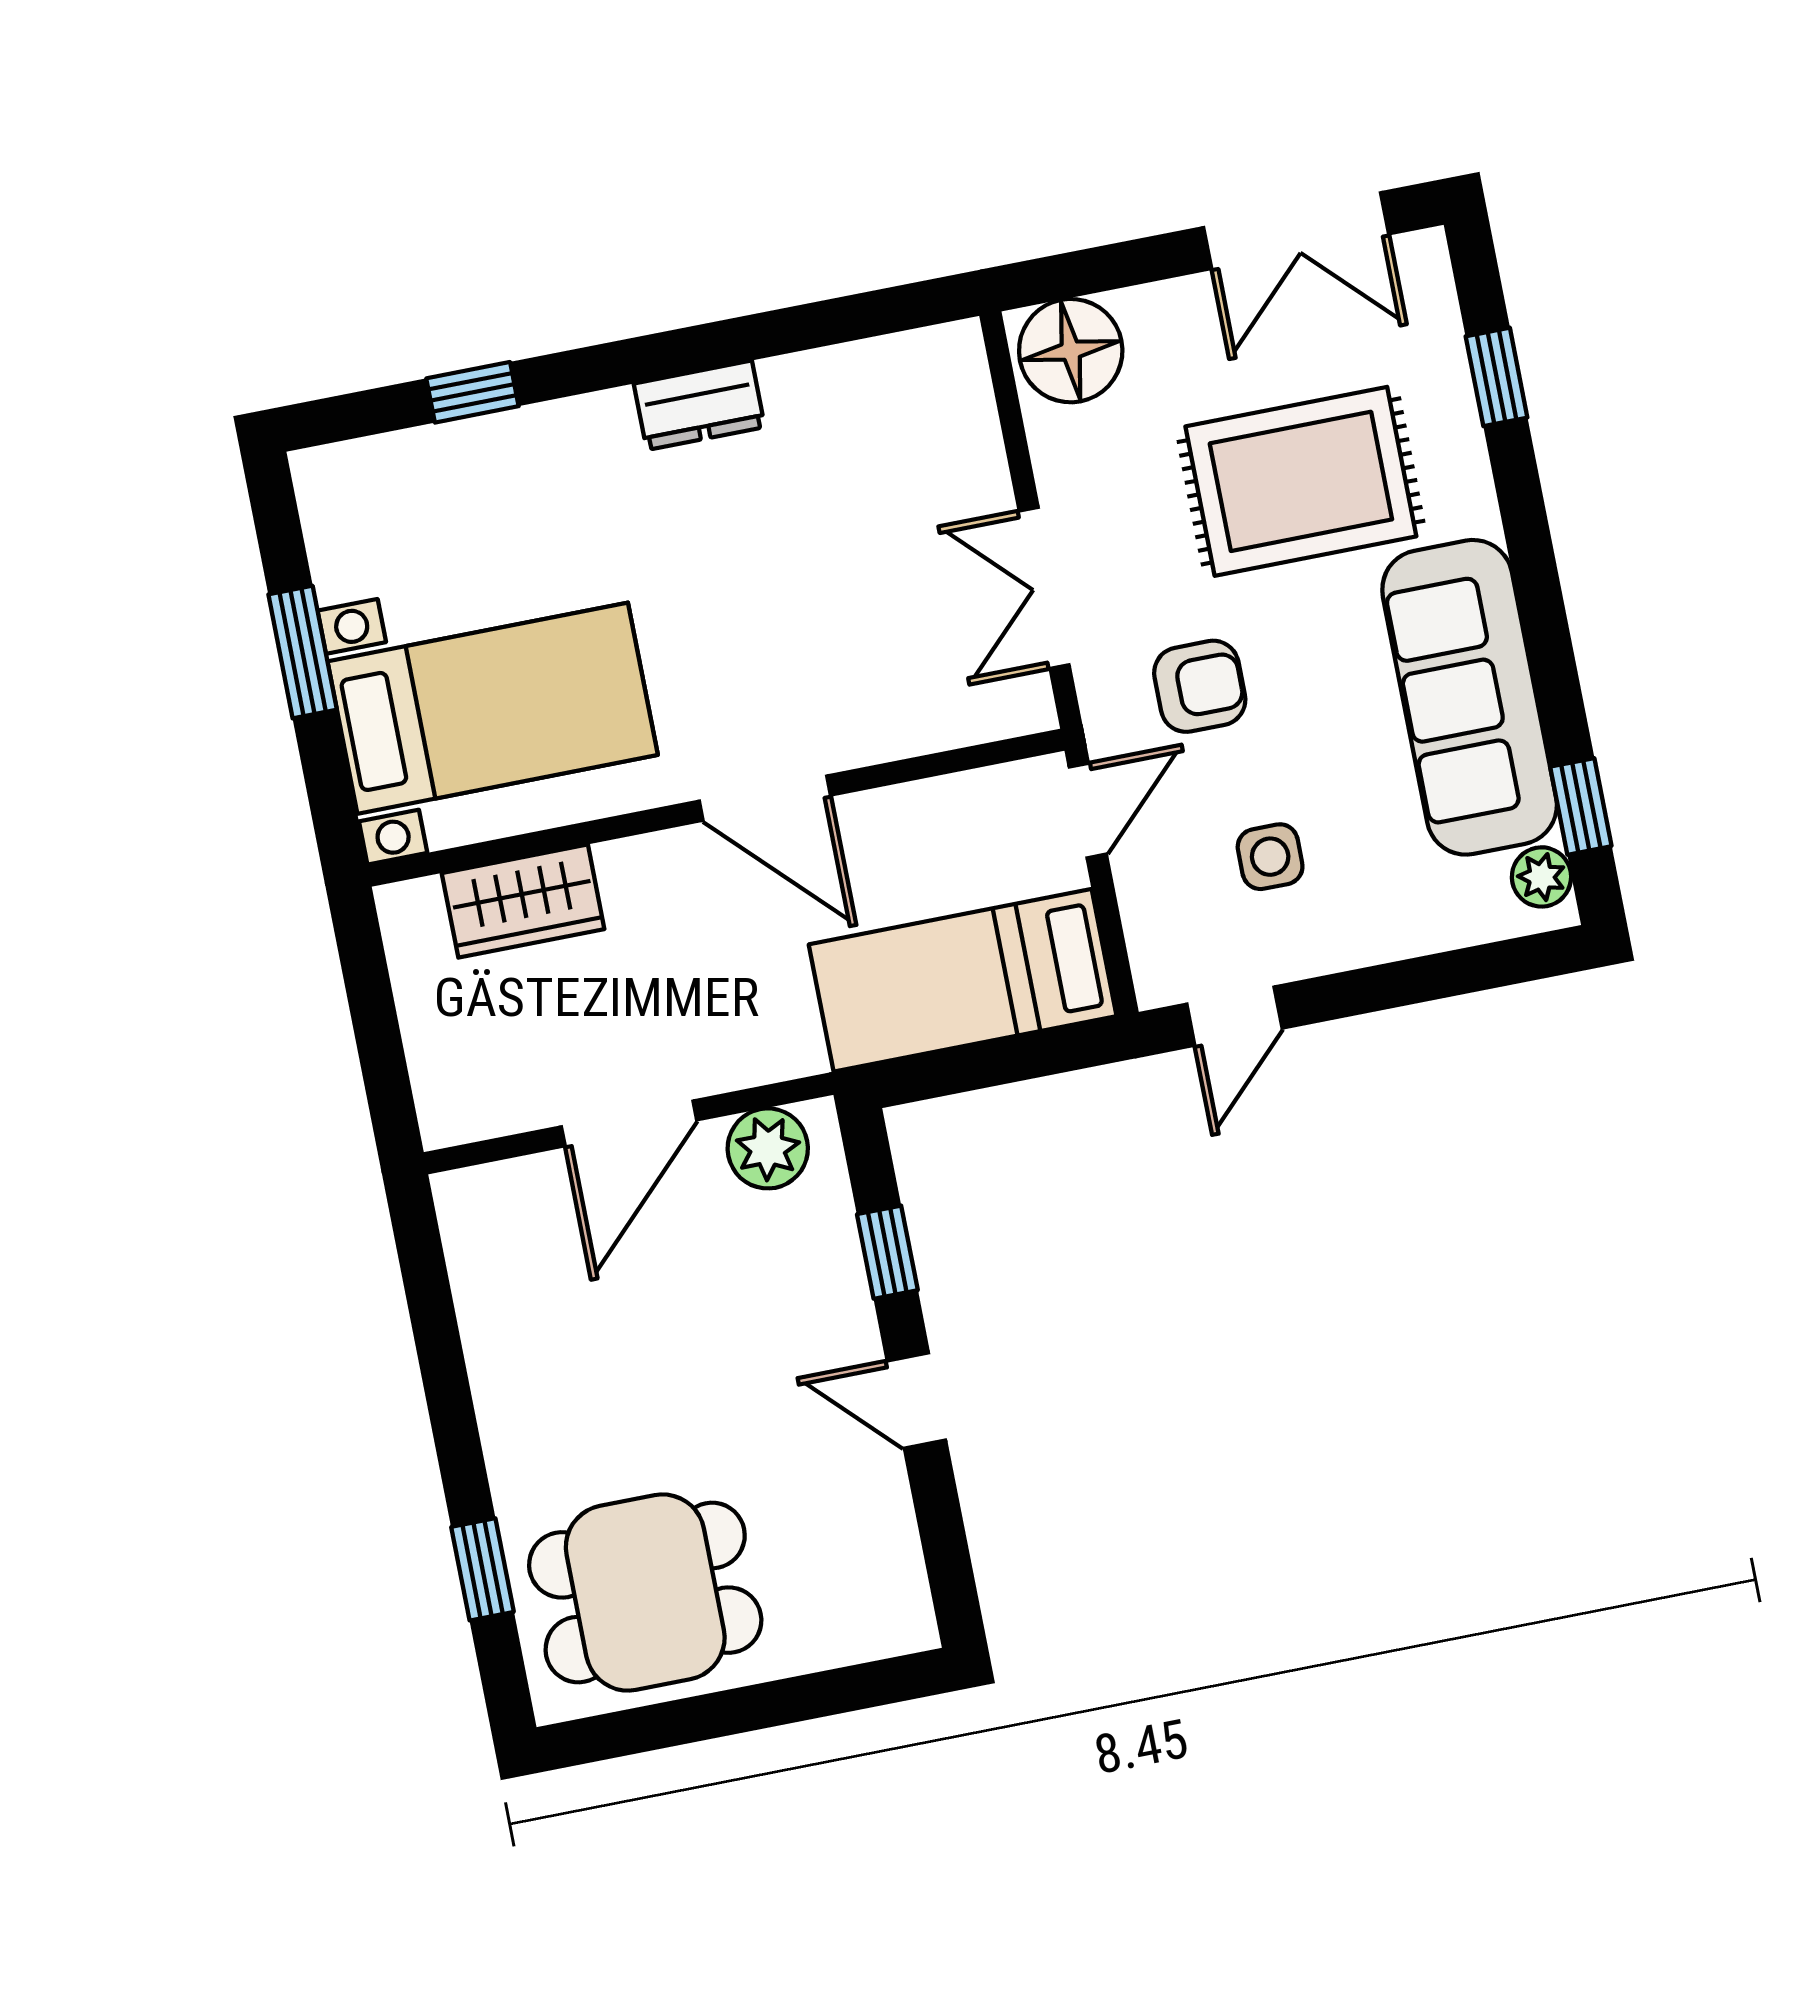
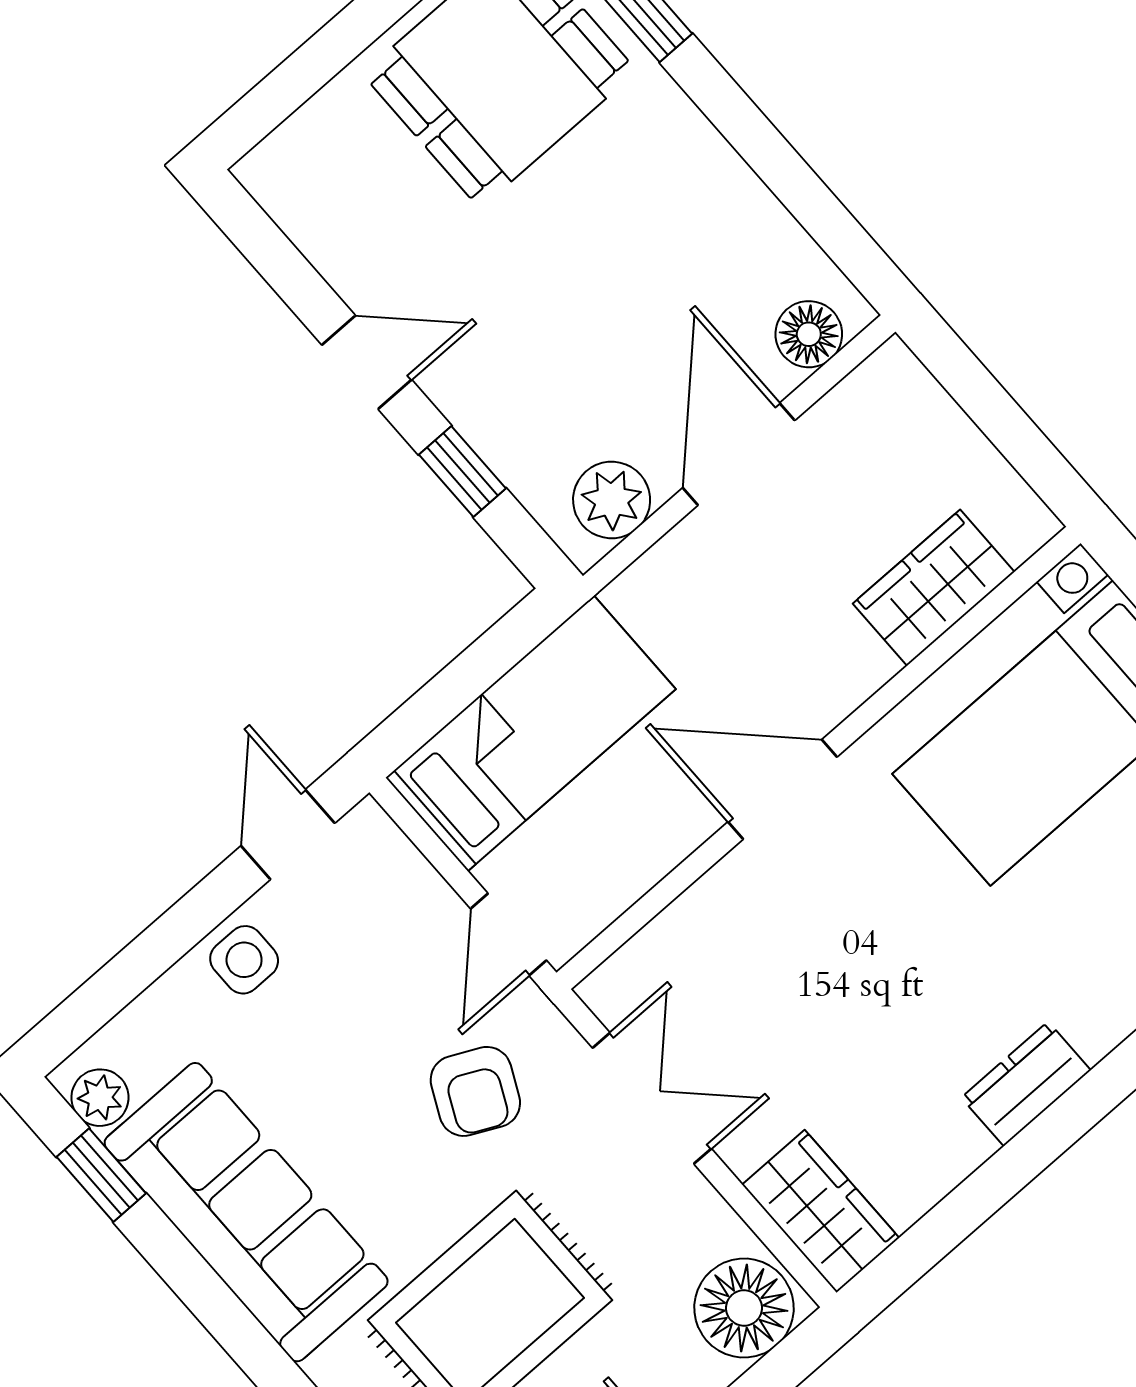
wardrobe: (951, 398) -> (821, 1211), added
armchair: (1200, 686) -> (475, 1091), turned -64
side table: (1270, 857) -> (244, 960), moved
floor lamp: (503, 1195) -> (809, 334), added

